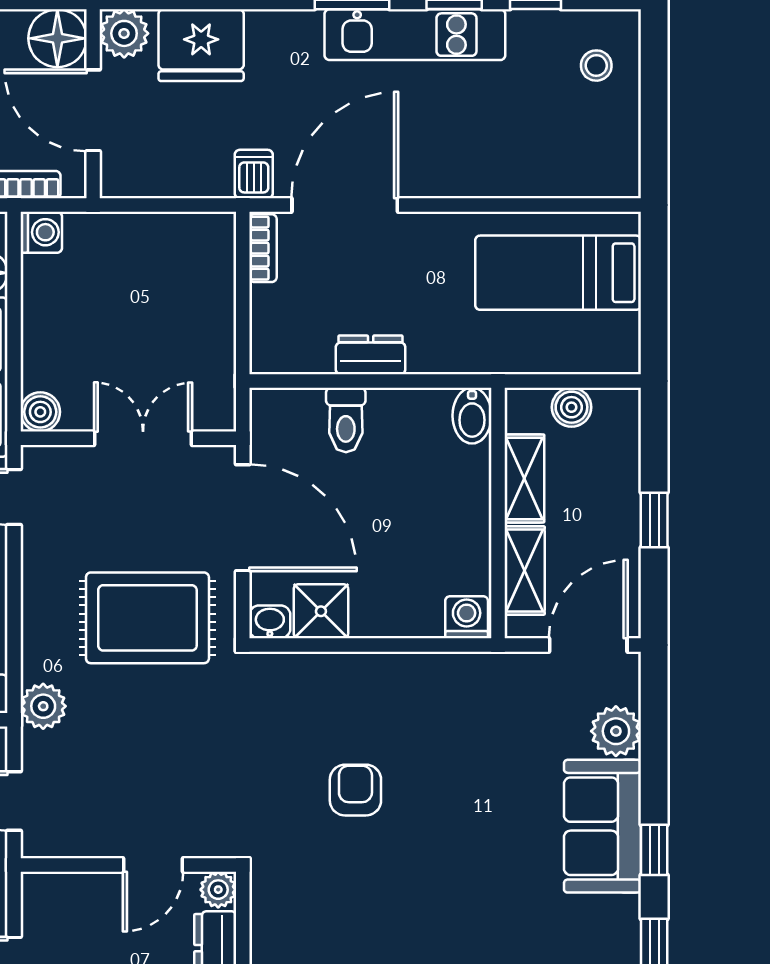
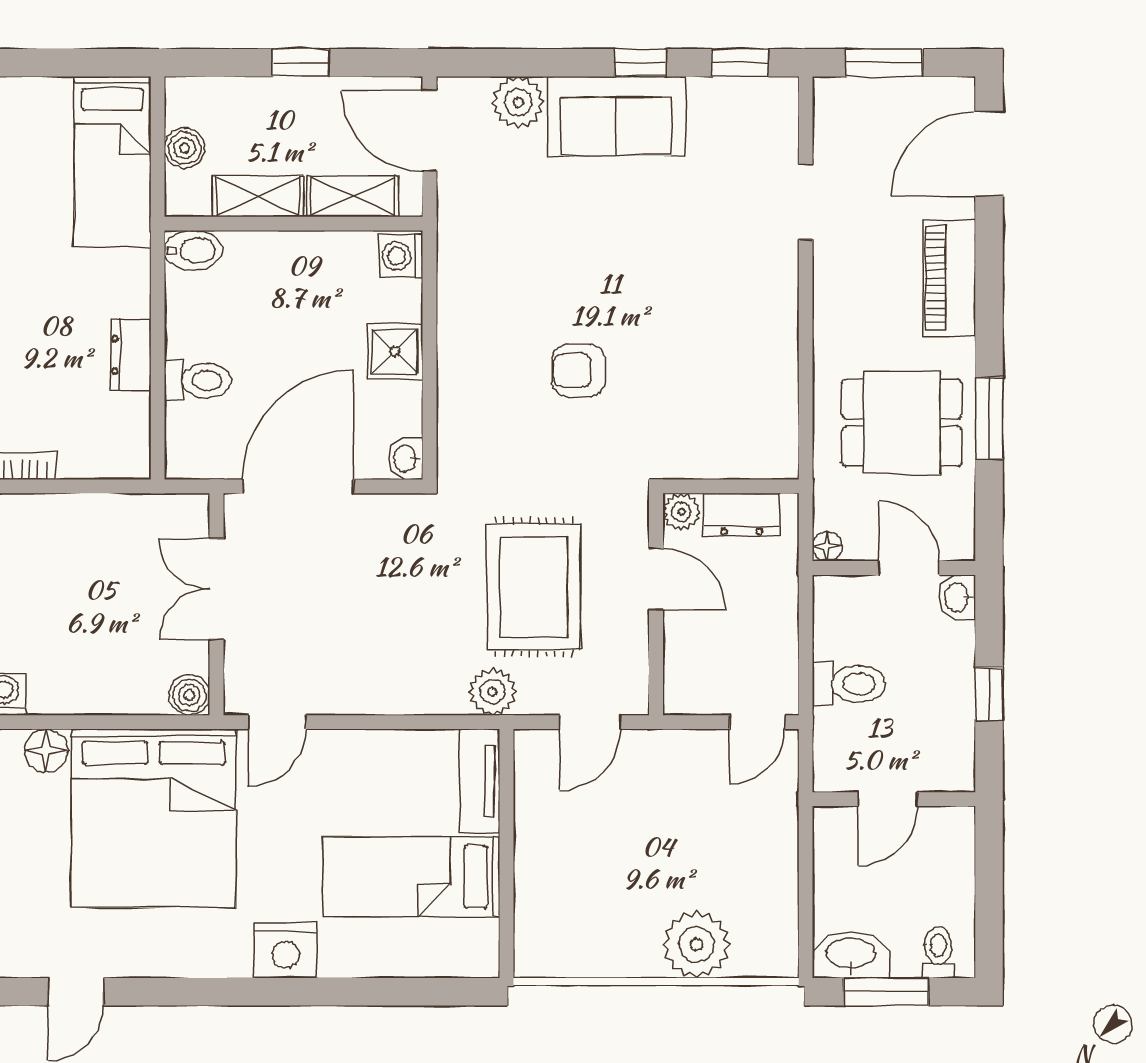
bed: (558, 273) -> (112, 162), moved
shower: (321, 611) -> (395, 352), moved
rug: (147, 618) -> (534, 587), moved

